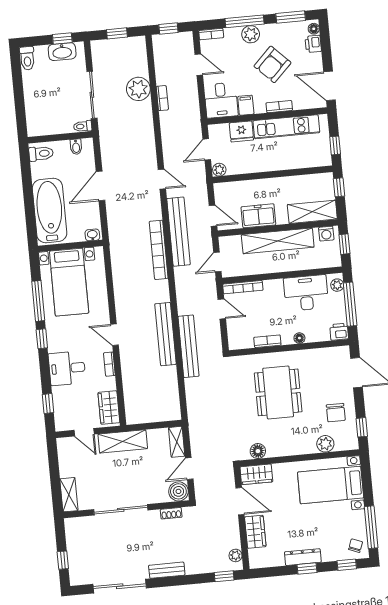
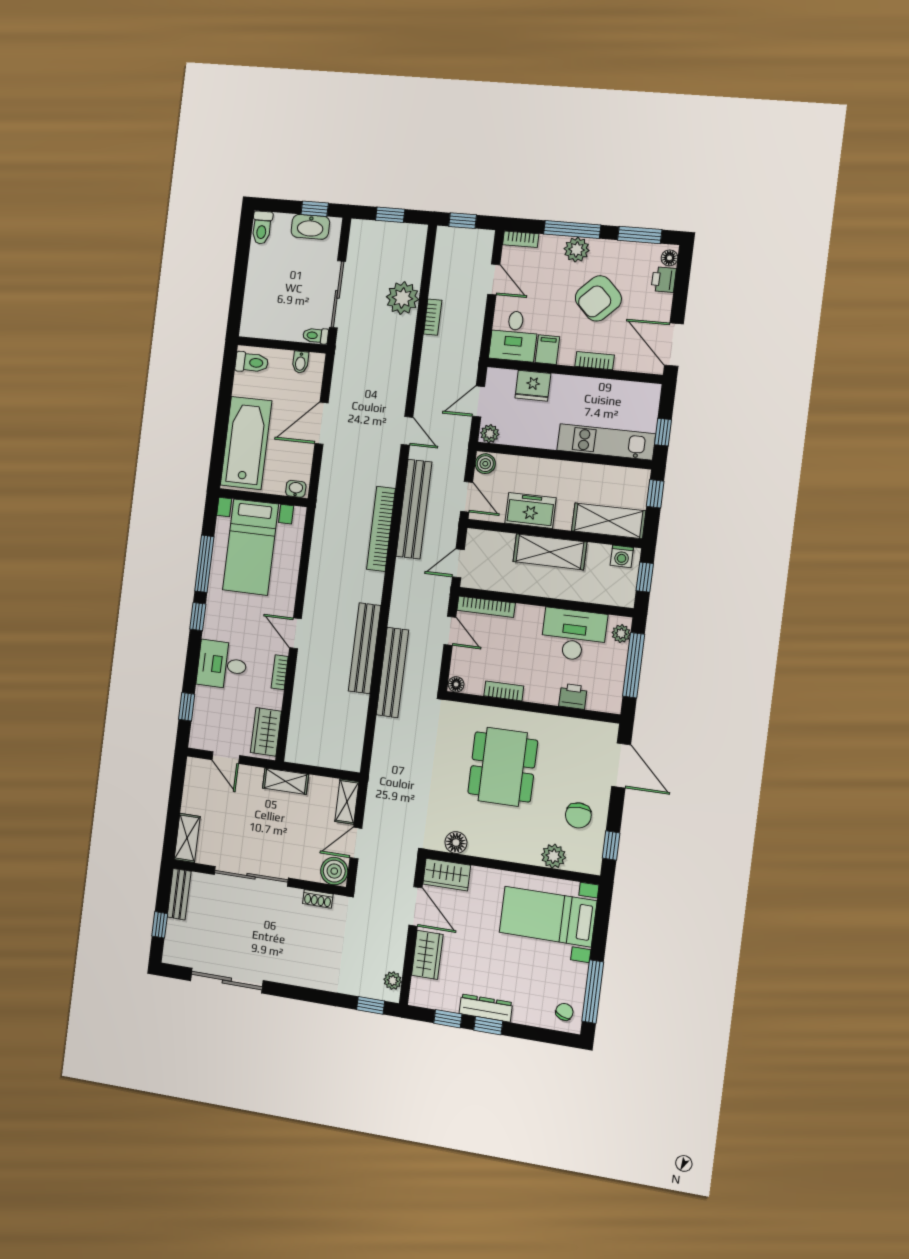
kitchen unit: (286, 127) -> (606, 442), moved, turned 180
boiler: (221, 191) -> (485, 464), added
shelving: (278, 241) -> (550, 552), width x0.68
printer: (339, 332) -> (573, 696), moved
floor lamp: (299, 338) -> (456, 684), moved
shelving: (123, 441) -> (286, 781), width x0.67, depth x0.75
window: (347, 565) -> (448, 1019), moved
bench: (167, 570) -> (179, 894), moved, turned 90

